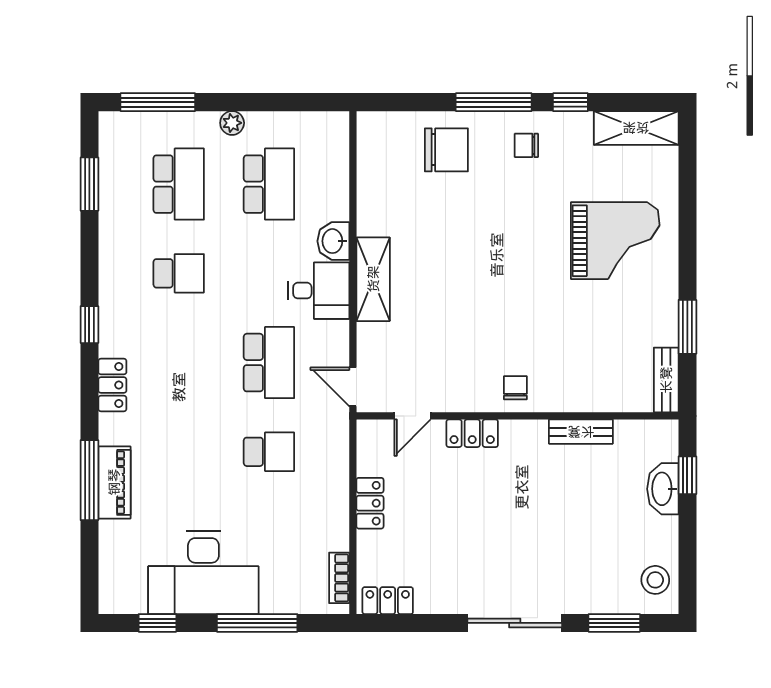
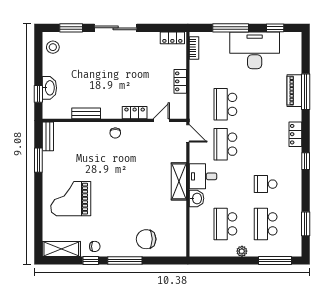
chair: (526, 145) -> (95, 246), moved
school desk: (269, 452) -> (225, 104), width x1.85

